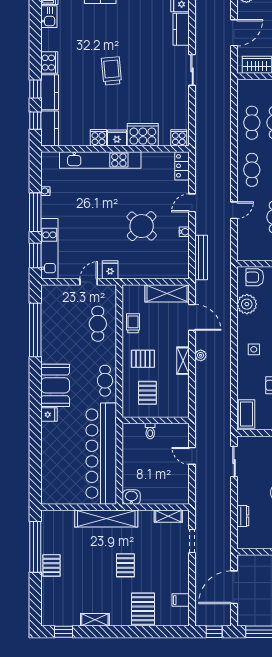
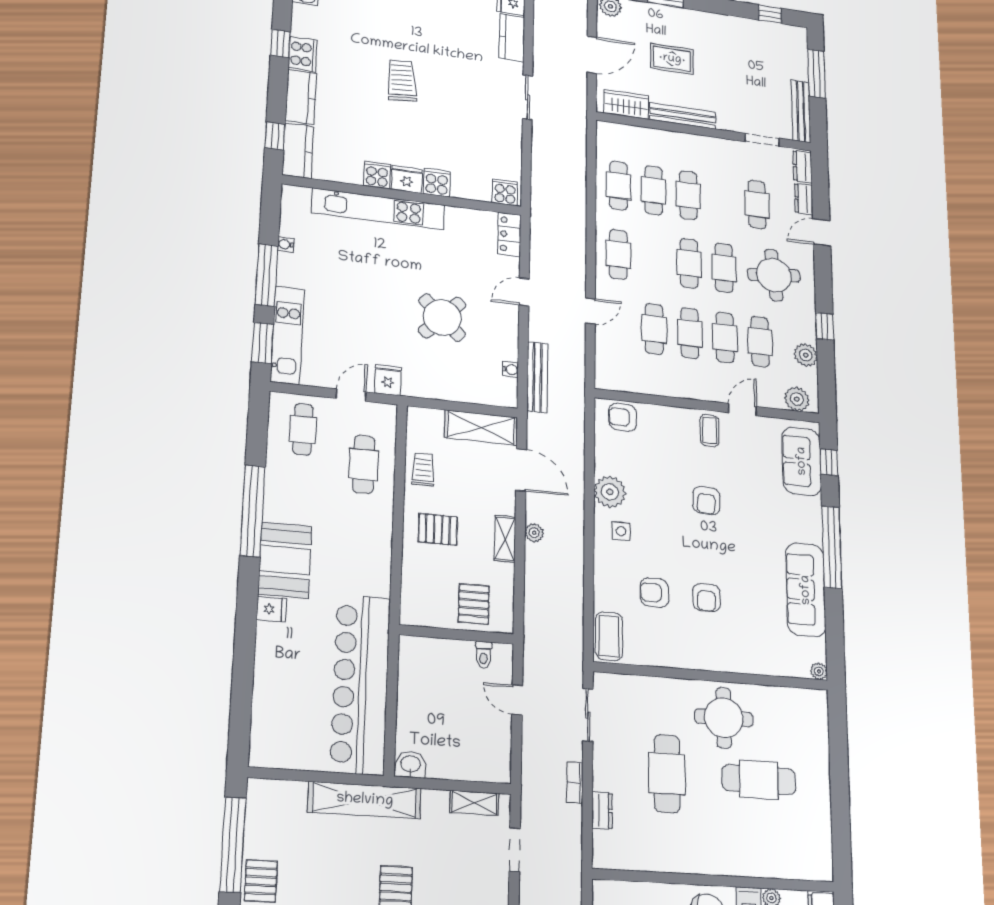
window: (35, 89) -> (280, 44), moved
cooker: (143, 135) -> (437, 183), width x0.53, depth x0.76
water cooler: (184, 232) -> (510, 369), moved
plant: (247, 304) -> (610, 492), moved
window: (35, 330) -> (253, 511), moved
cafe table: (105, 381) -> (303, 429), moved
pallet: (147, 393) -> (474, 604), moved
toilet: (150, 431) -> (484, 655), moved
bookcase: (227, 501) -> (575, 783), added

